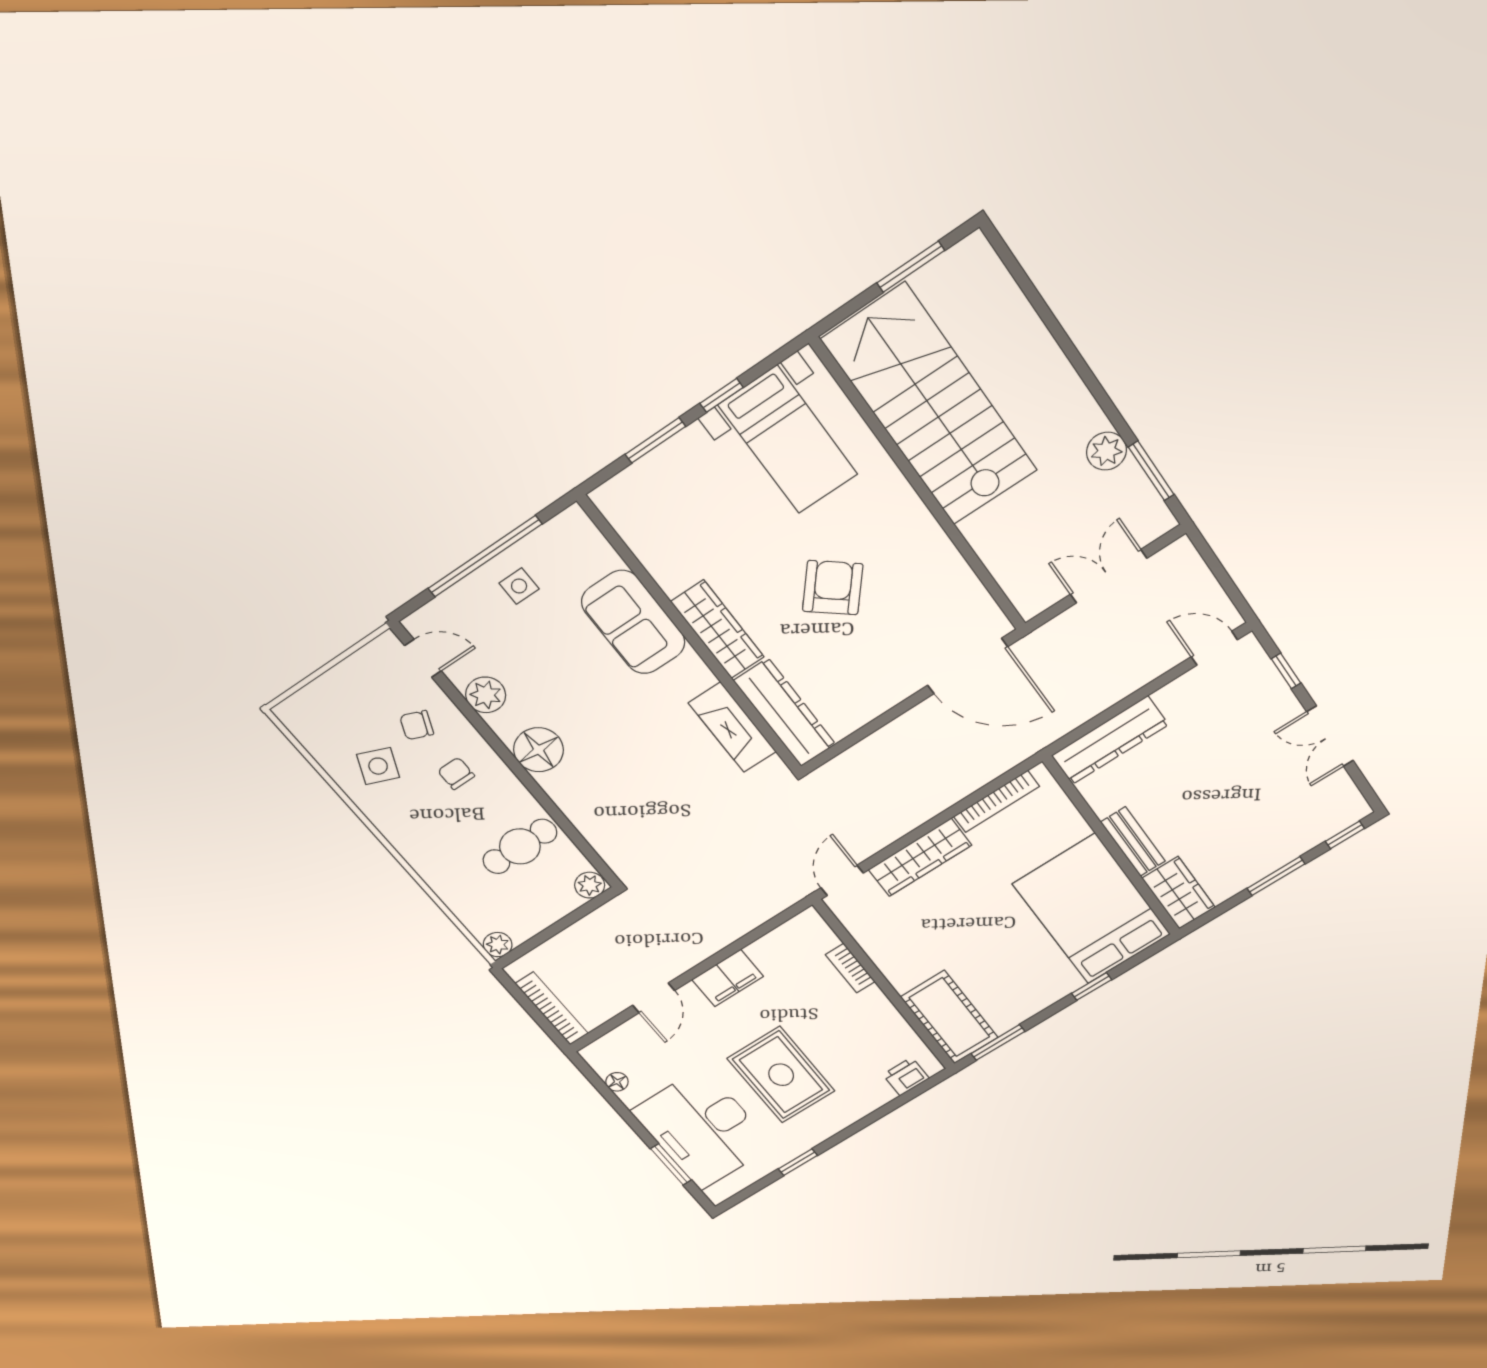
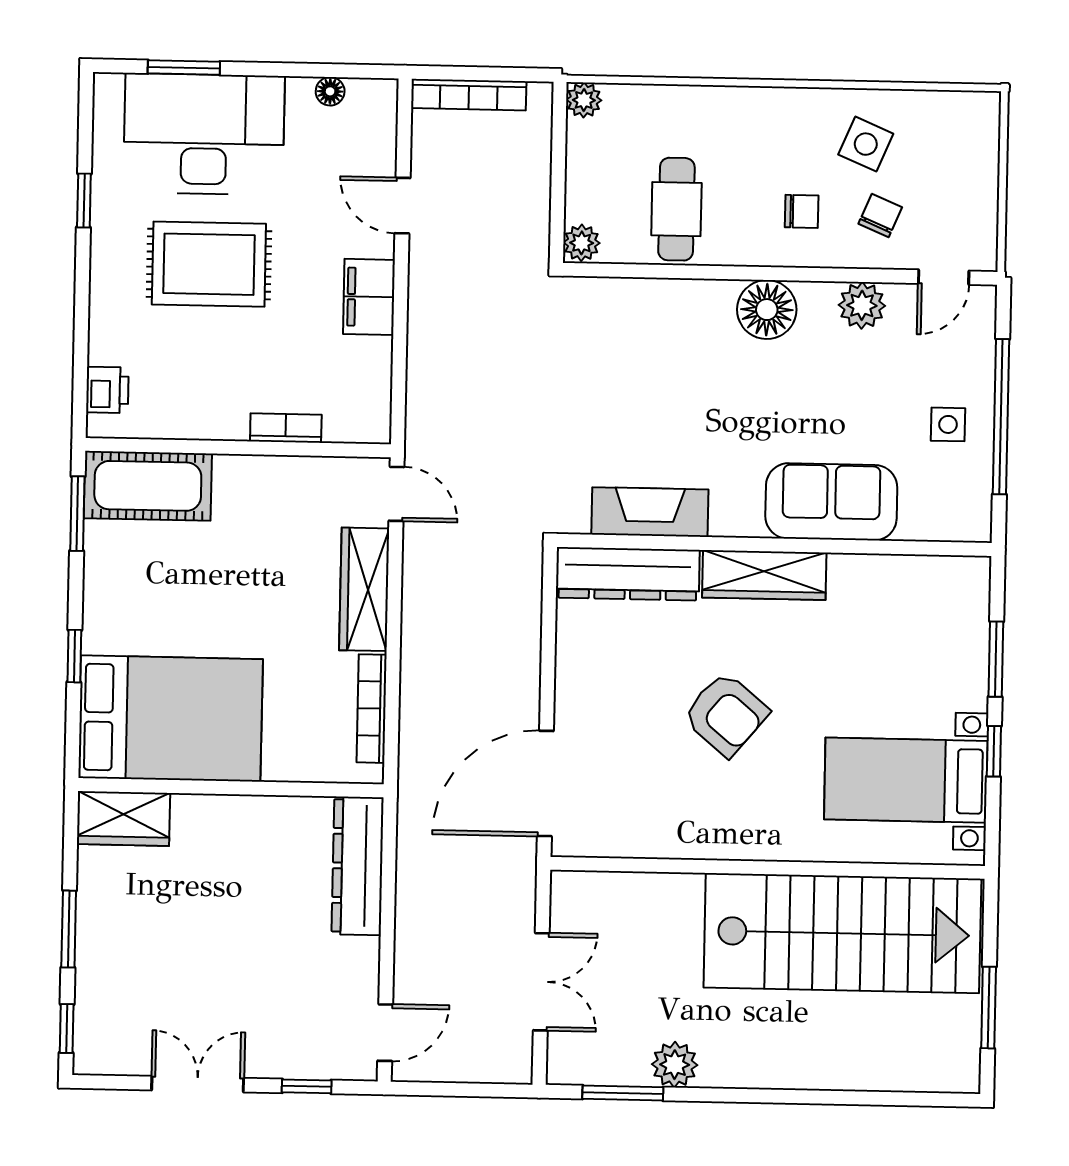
bench: (1133, 842) -> (221, 812), removed

